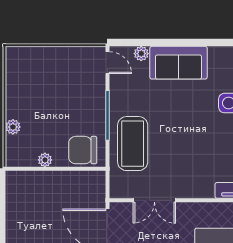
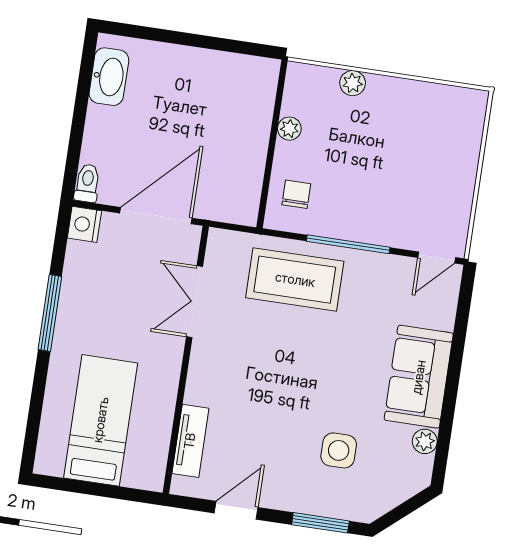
plant: (141, 54) -> (425, 441), moved
chair: (83, 150) -> (296, 194), width x0.54, depth x0.54

